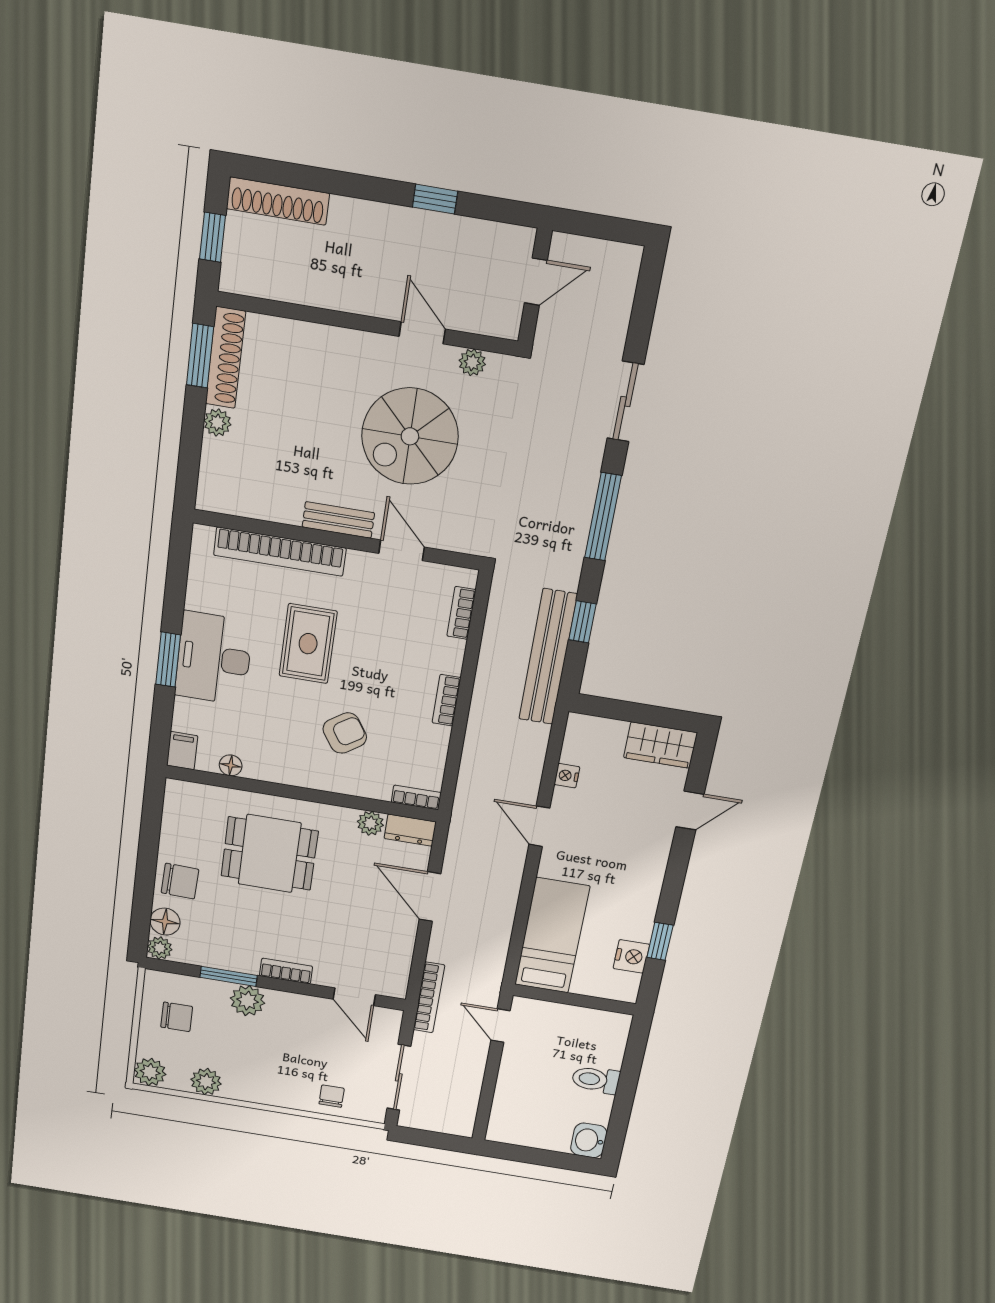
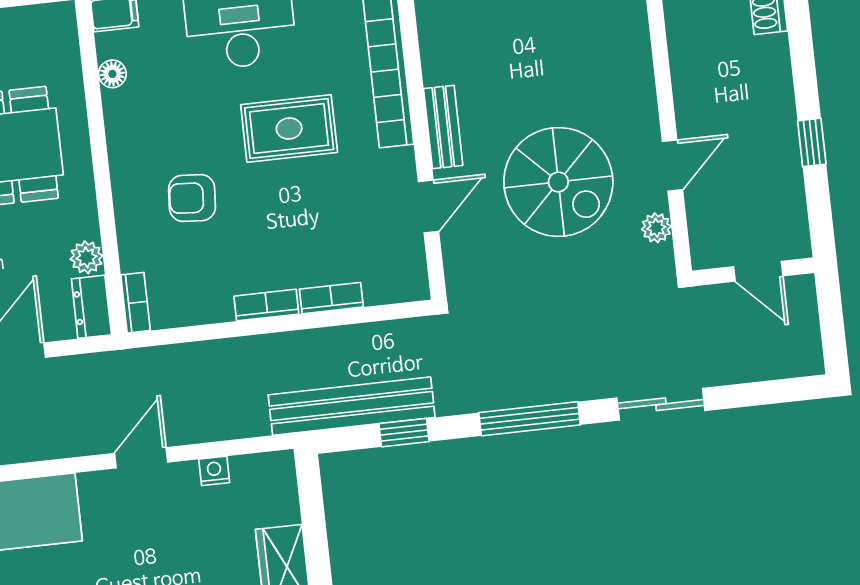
spiral stairs: (410, 436) -> (558, 182), turned 180
bookcase: (461, 613) -> (331, 298), moved
armchair: (345, 733) -> (192, 198), turned 128

